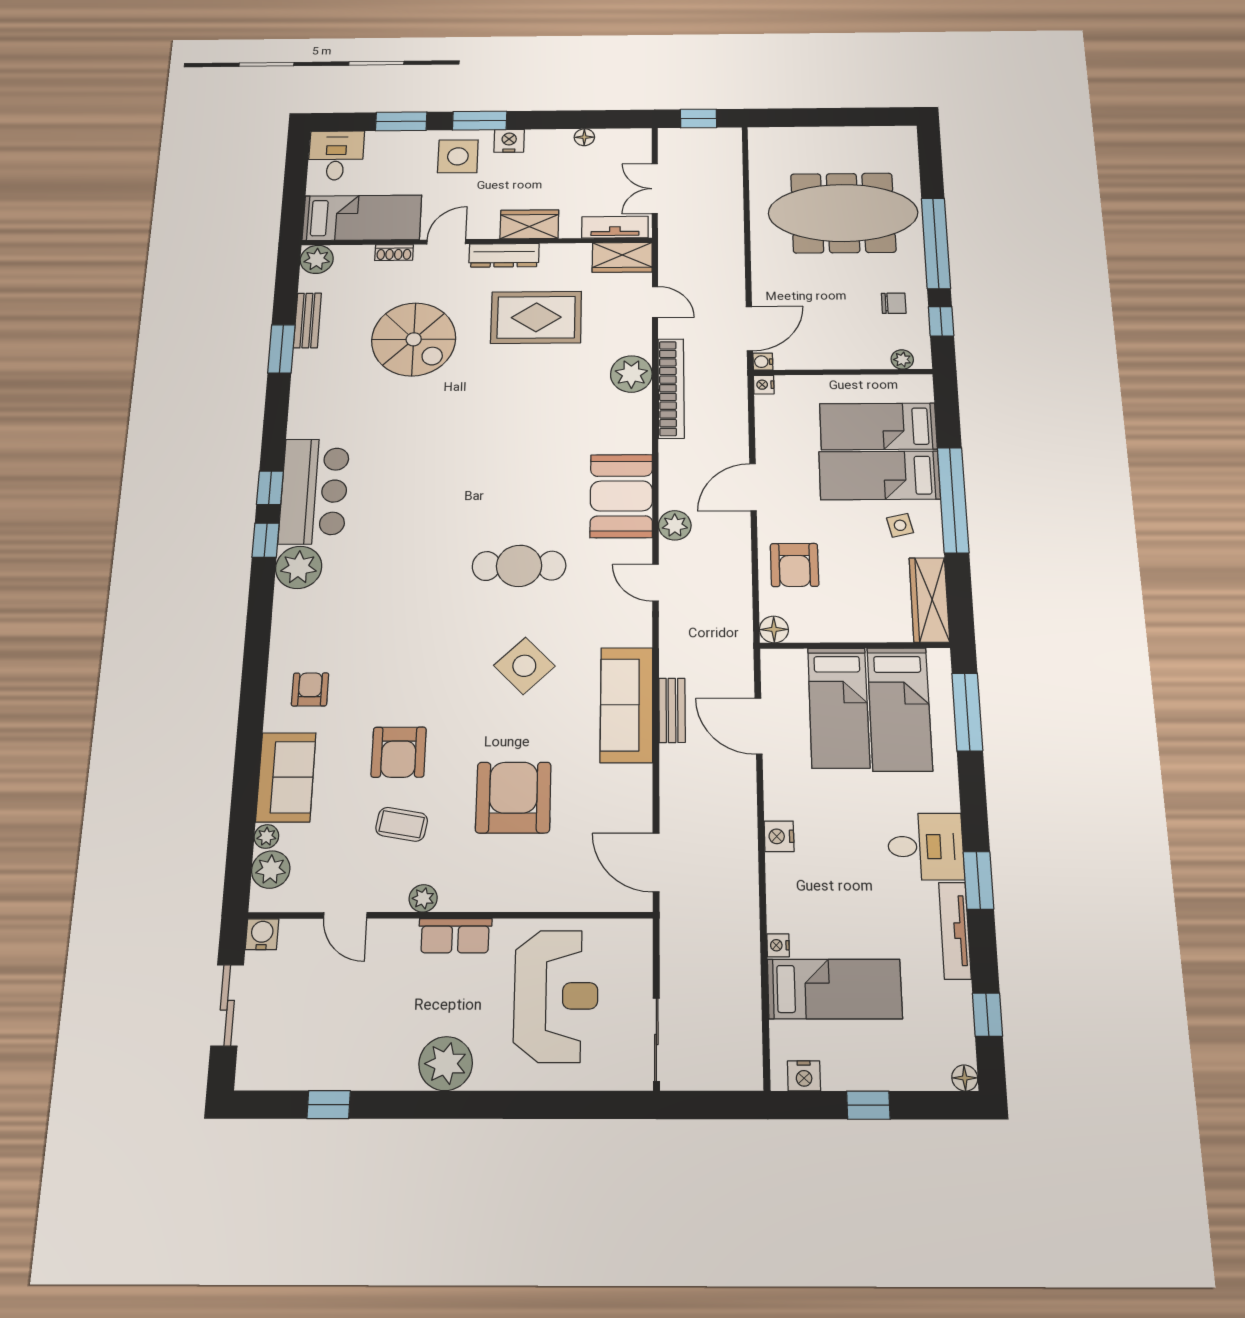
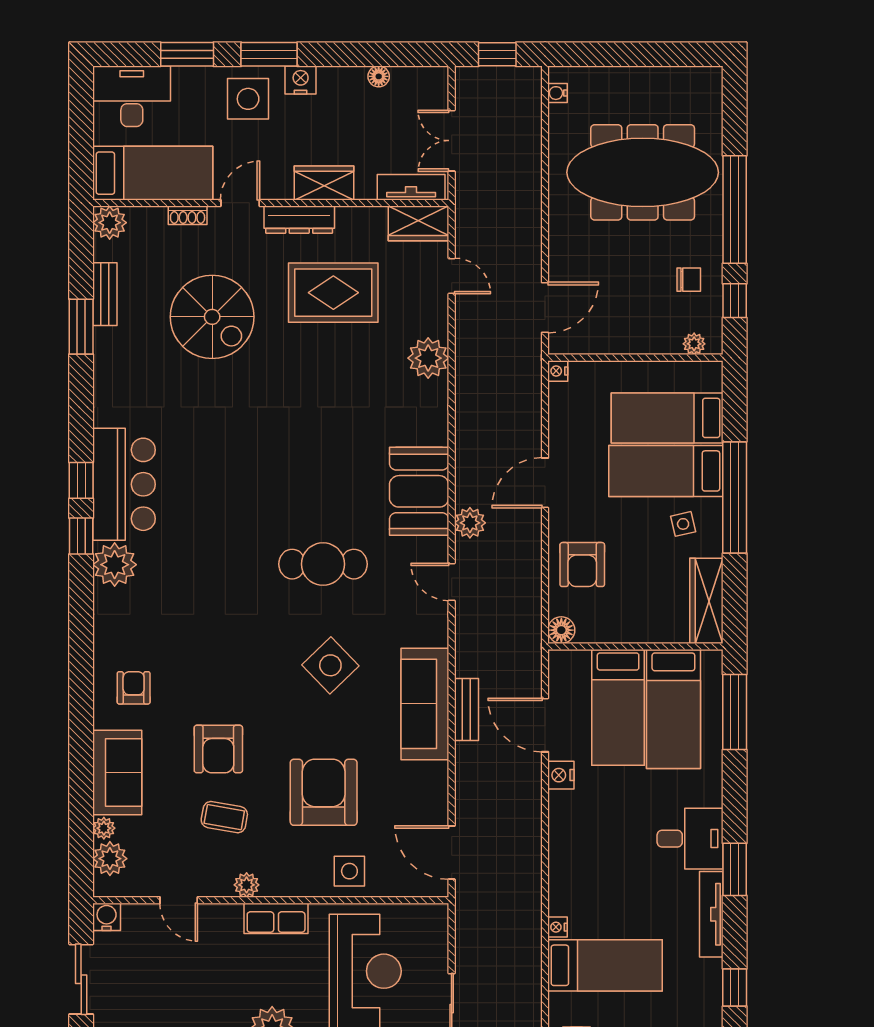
desk: (336, 155) -> (132, 96), width x1.37
water cooler: (763, 362) -> (557, 93), moved
bookcase: (671, 388) -> (467, 374), removed
nightstand: (779, 836) -> (561, 775), moved
side table: (540, 883) -> (349, 871), added

